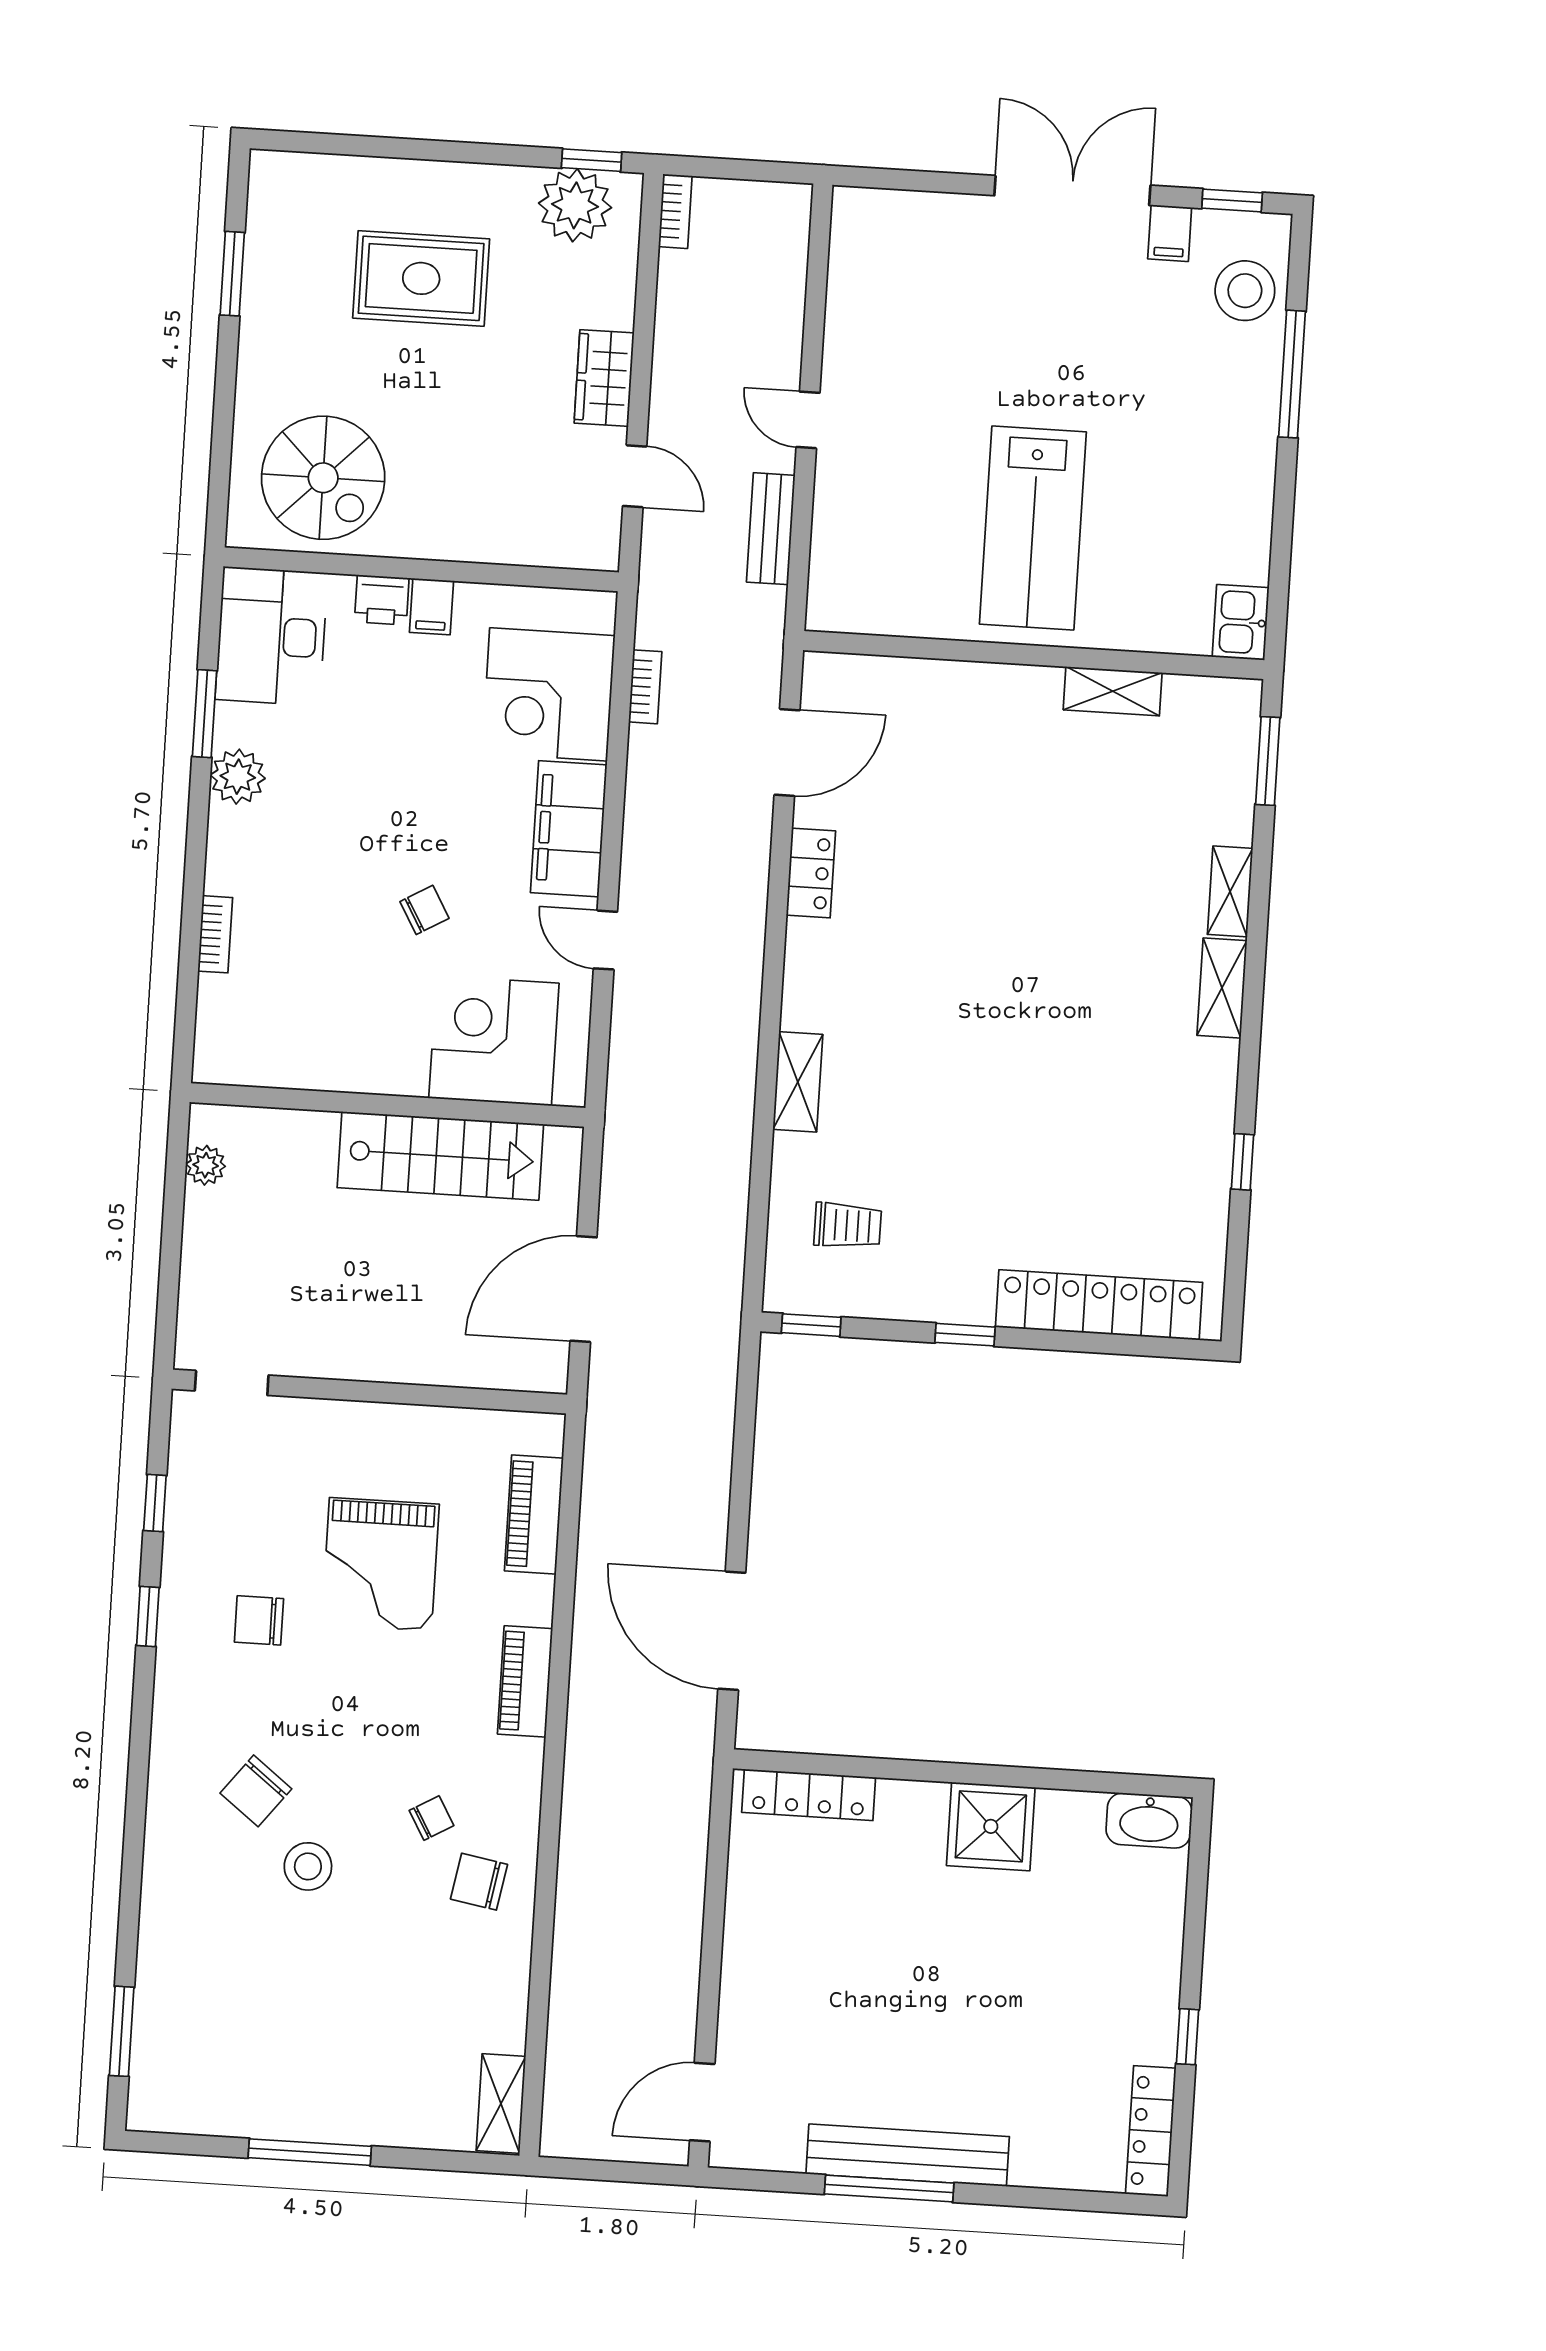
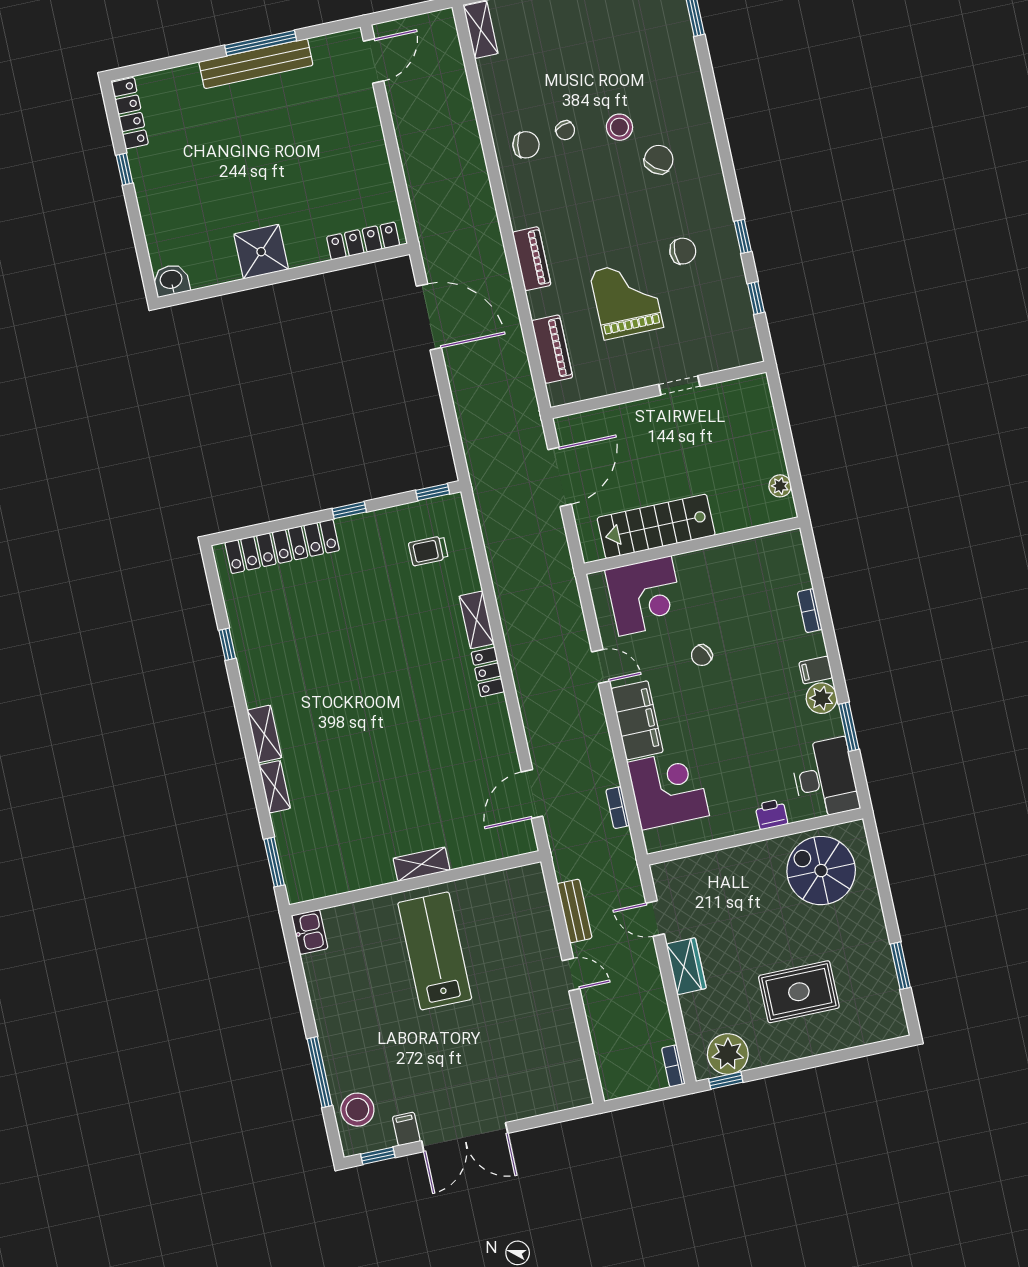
filing cabinet: (431, 607) -> (816, 670), moved, turned -90
shelving: (1113, 691) -> (421, 864), moved
locker: (811, 873) -> (488, 672), moved
doorway: (232, 1383) -> (679, 385), moved
chair: (432, 1818) -> (565, 130), moved, turned -78
washbasin: (1149, 1820) -> (171, 280), width x0.72

